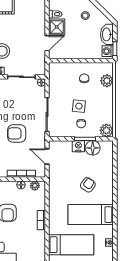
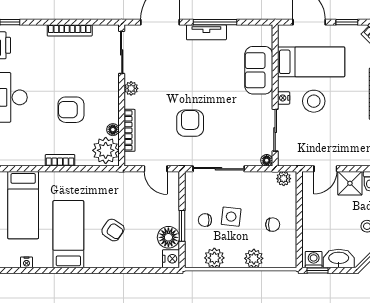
door: (47, 43) -> (325, 169), hinge flipped
plant: (54, 71) -> (284, 179), added
plant: (107, 81) -> (254, 258), moved
plant: (106, 130) -> (214, 258), moved
nightstand: (78, 146) -> (171, 259), moved
door: (47, 156) -> (156, 169), swing flipped
plant: (35, 186) -> (106, 150), width x1.88, depth x1.88

